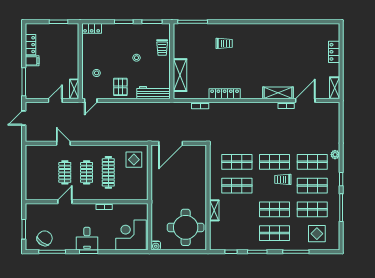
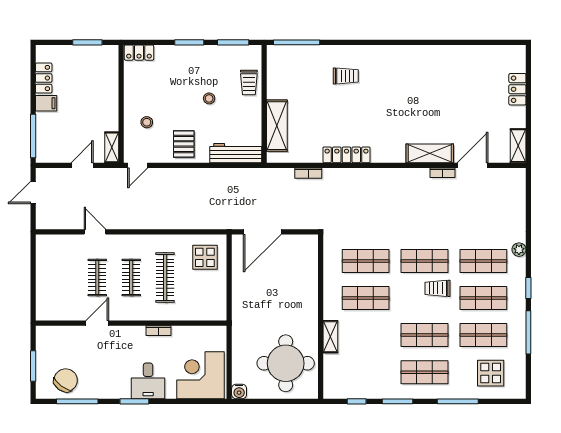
desk: (87, 239) -> (148, 381), moved

